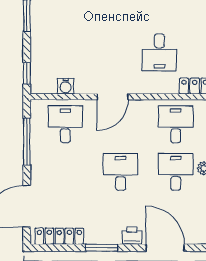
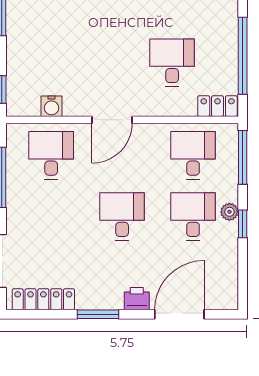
desk: (159, 52) -> (172, 63), turned 180
door: (165, 248) -> (179, 314), hinge flipped

